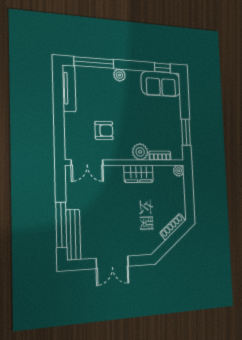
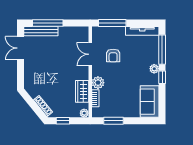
window: (162, 68) -> (162, 77), moved
window: (59, 131) -> (112, 23), added
double door: (87, 162) -> (90, 54), moved
wardrobe: (139, 174) -> (82, 91), moved
window: (189, 199) -> (63, 121), added
double door: (112, 262) -> (20, 48), moved

